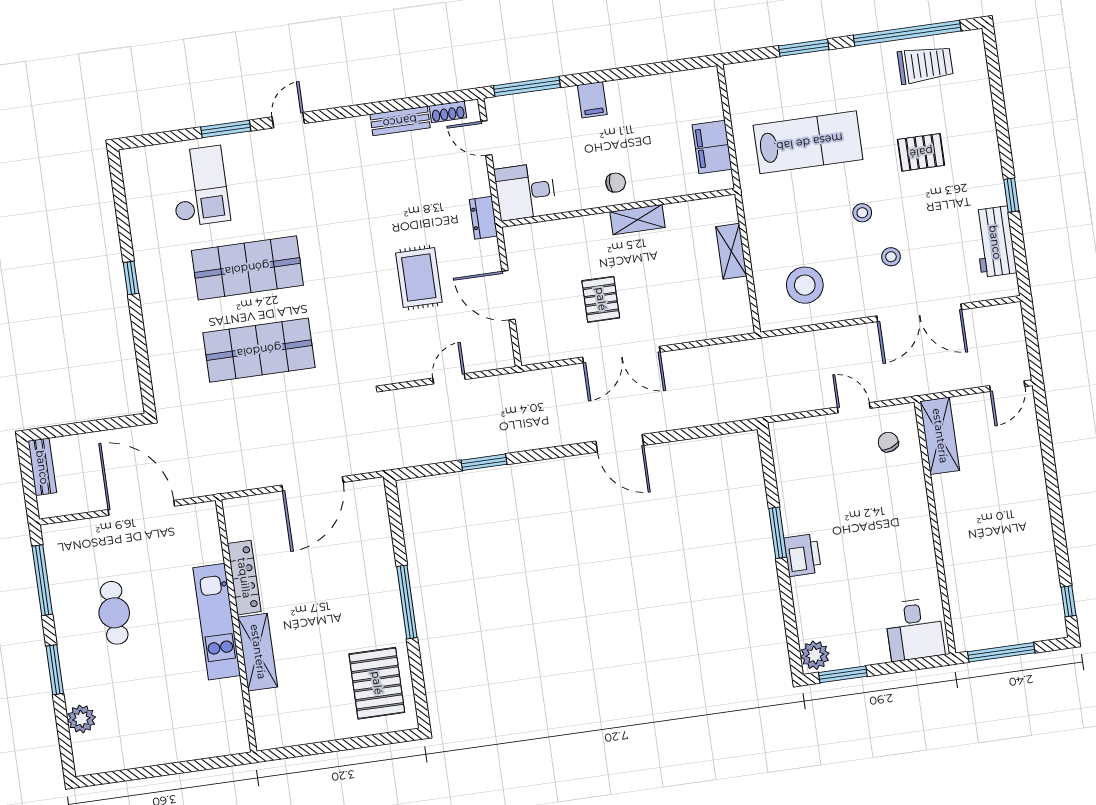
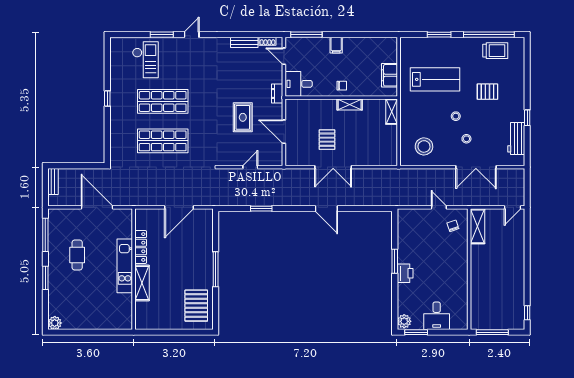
shelving: (731, 251) -> (392, 112), moved
desk: (915, 630) -> (437, 316), moved
plant: (81, 719) -> (55, 323), moved

